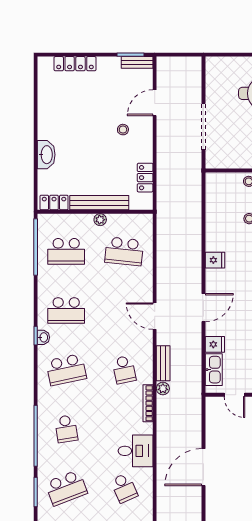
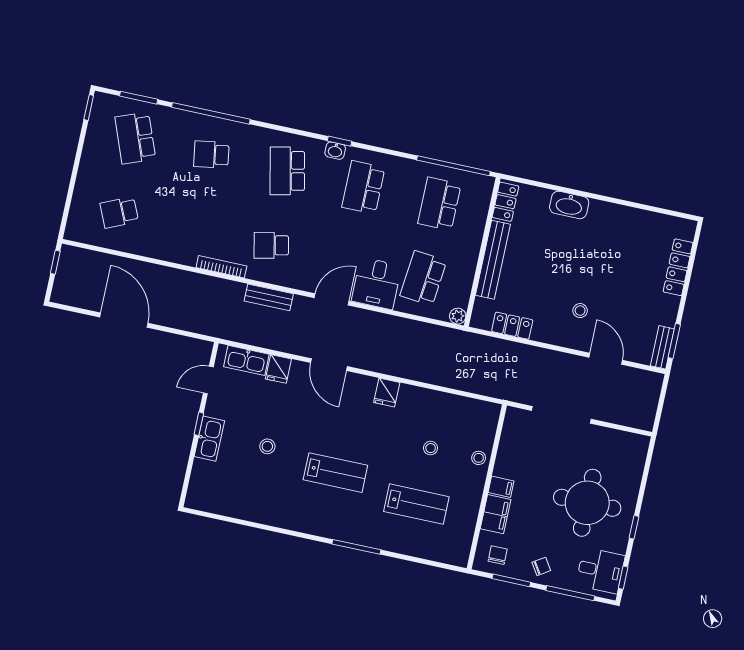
plant: (100, 220) -> (458, 316), moved
plant: (163, 389) -> (236, 290), removed
desk: (135, 451) -> (377, 283), moved

